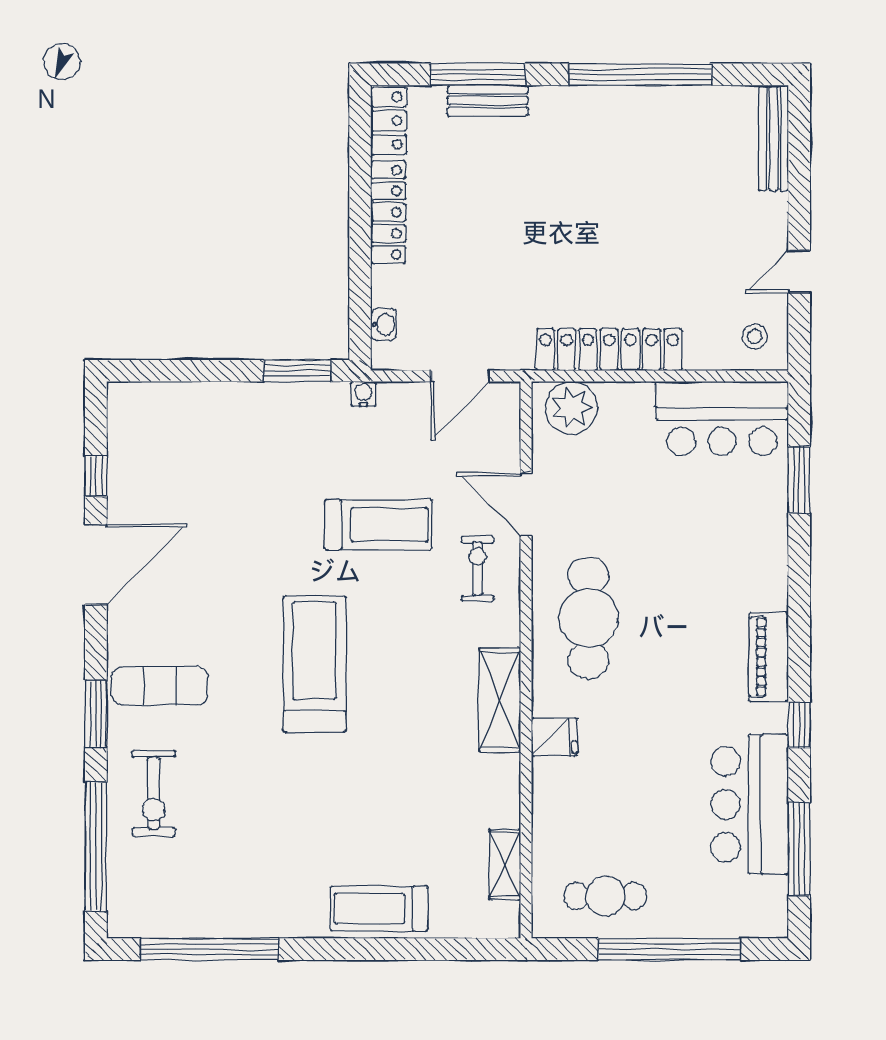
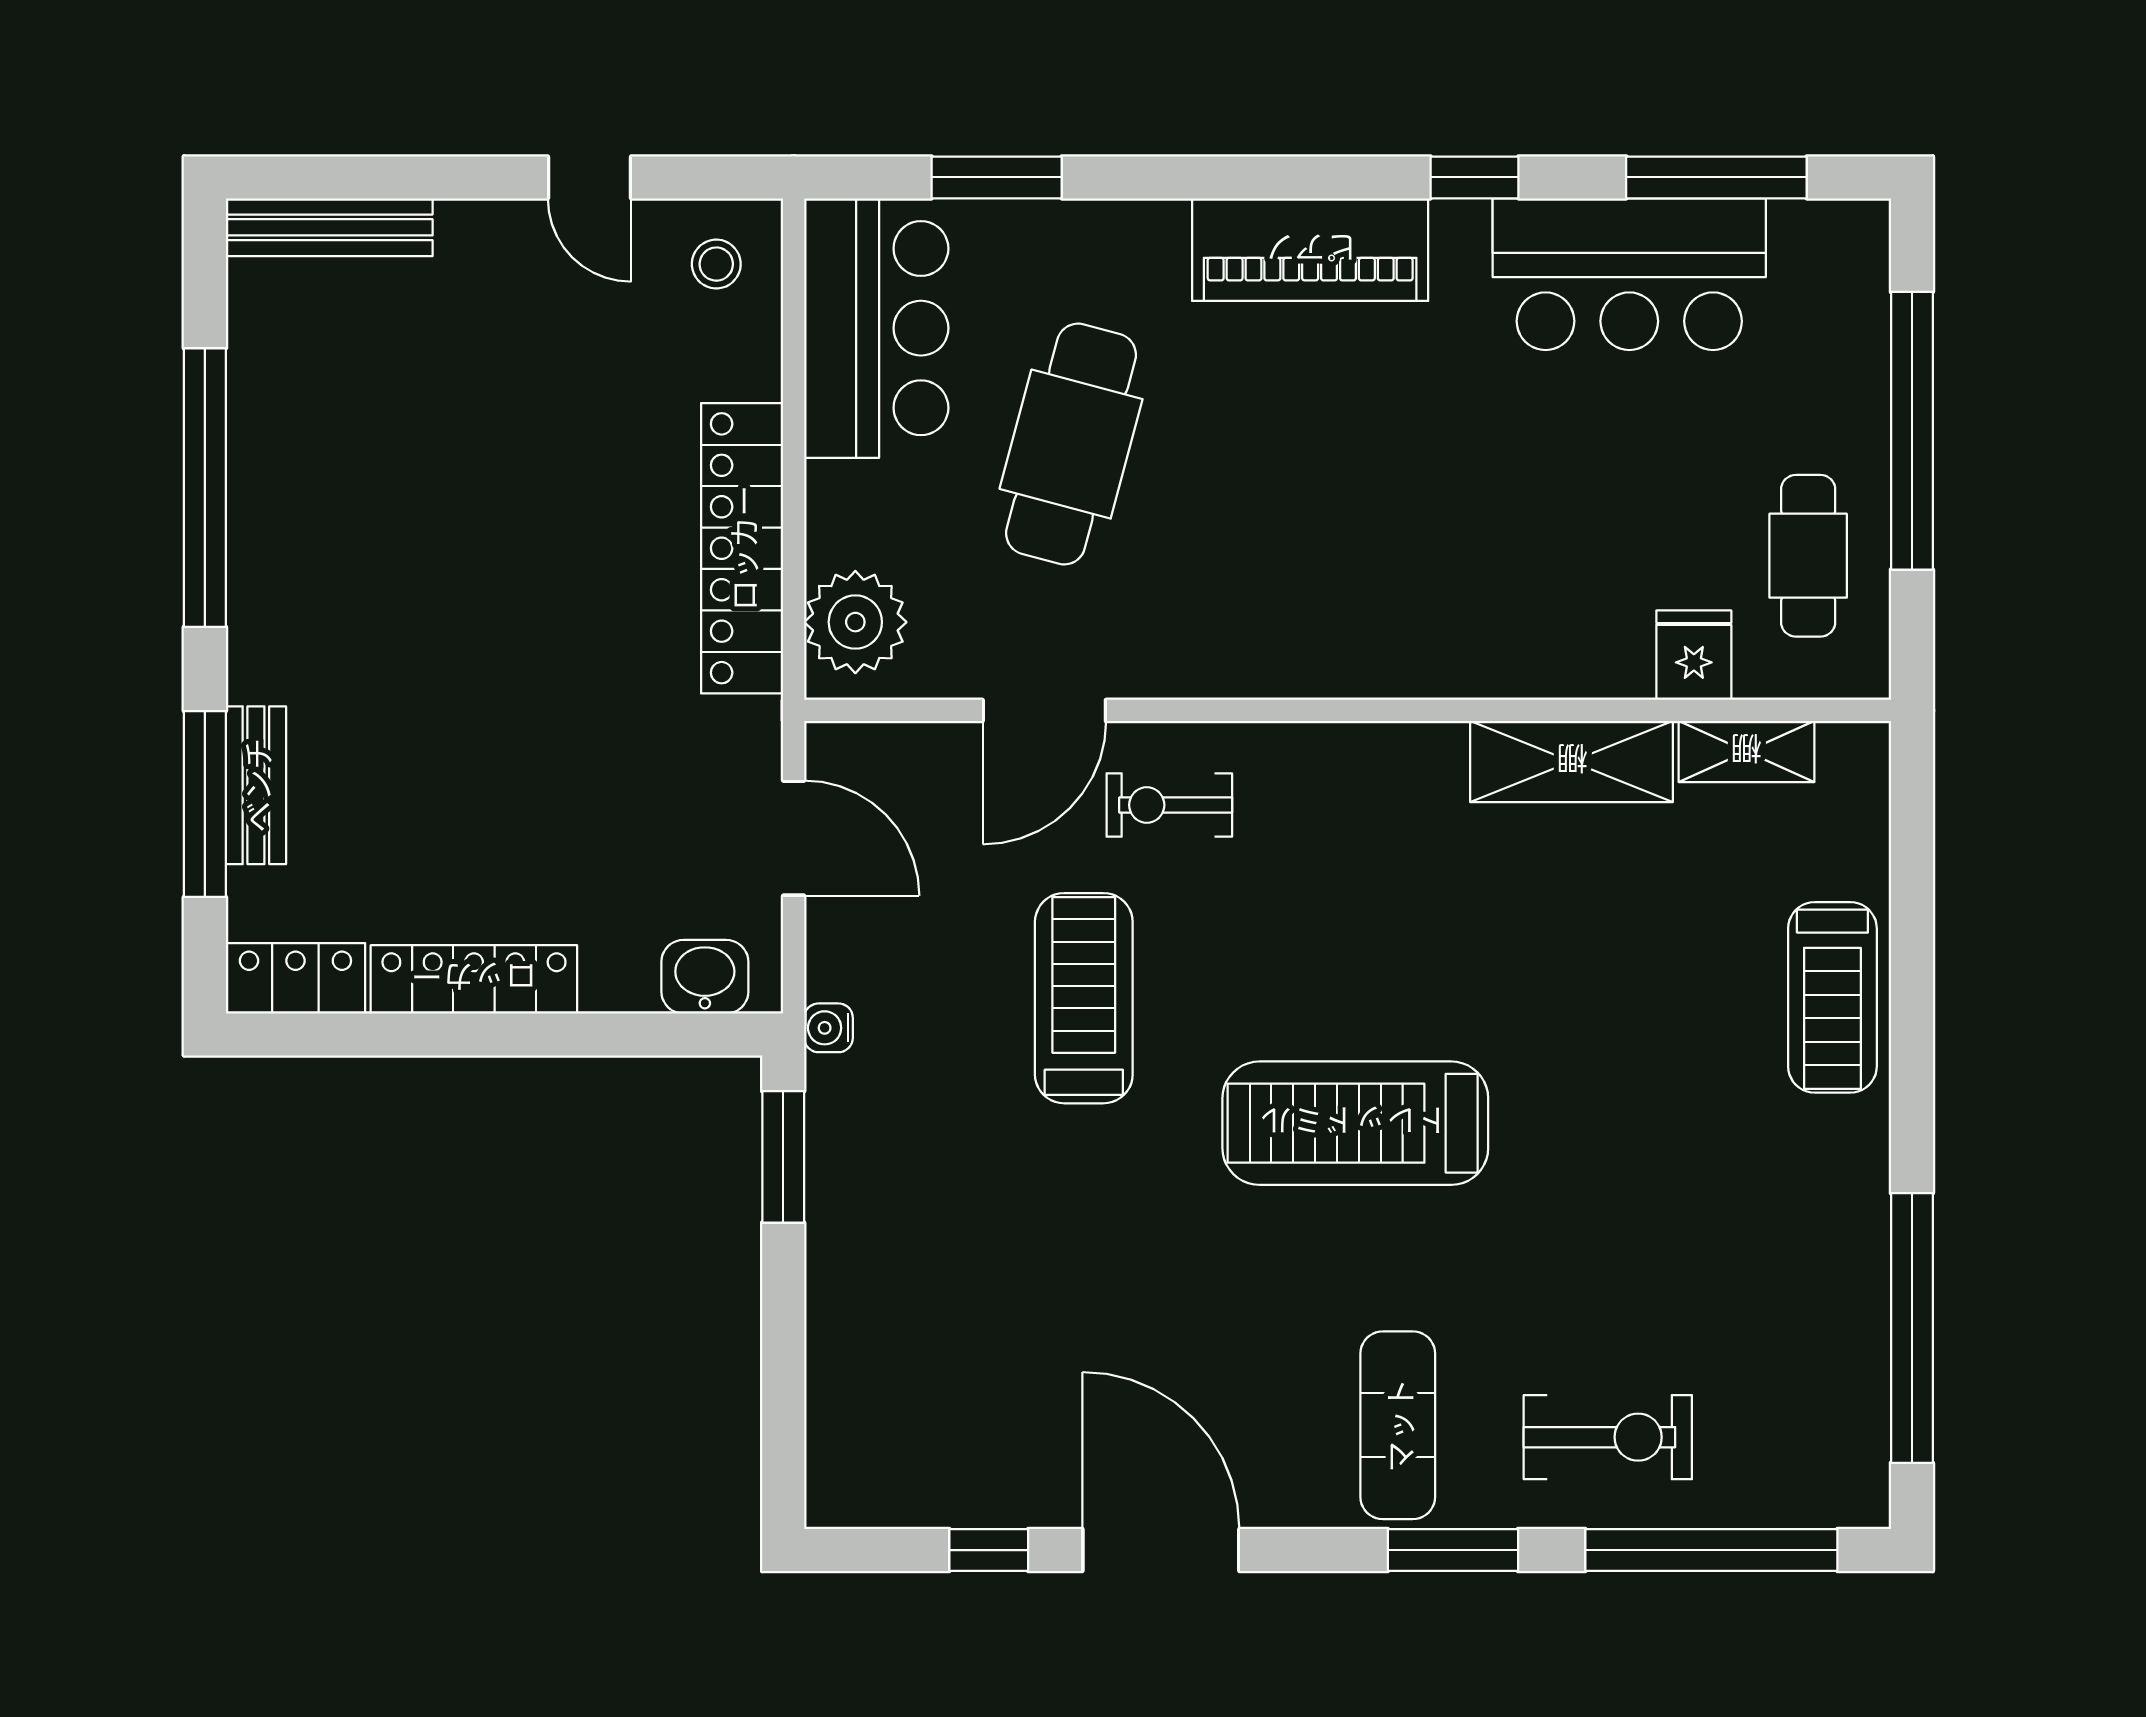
washbasin: (384, 324) -> (705, 977), width x1.38, depth x1.45
cafe table: (588, 618) -> (1071, 444), moved, turned -75
piano: (769, 657) -> (1310, 250), width x1.37, depth x1.33
shelving: (500, 700) -> (1572, 761), moved
fridge: (554, 737) -> (1694, 655), moved

